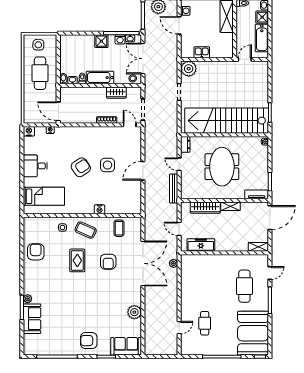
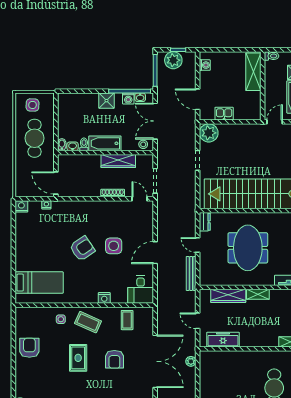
door: (179, 25) -> (198, 99), moved
wardrobe: (116, 93) -> (118, 161), width x1.50
desk: (35, 166) -> (141, 290), moved, turned -90

